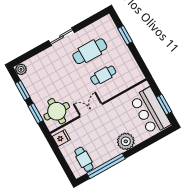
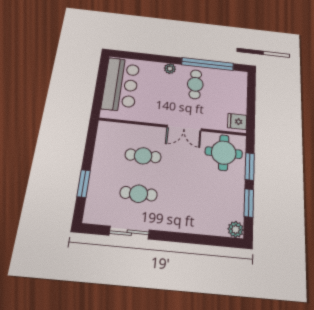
sliding door: (61, 37) -> (129, 233), moved
cafe table: (90, 51) -> (139, 194), width x0.73, depth x0.74
window: (164, 105) -> (101, 81), removed
plant: (126, 141) -> (170, 69), width x0.53, depth x0.53
cafe table: (84, 159) -> (195, 84), moved

